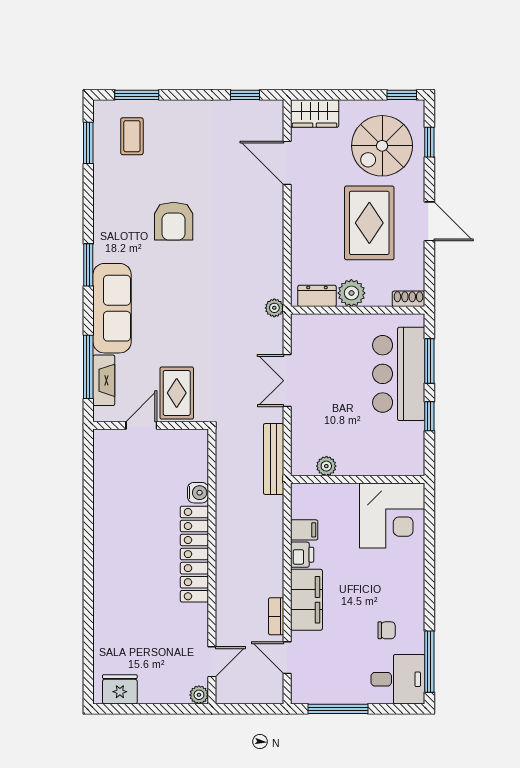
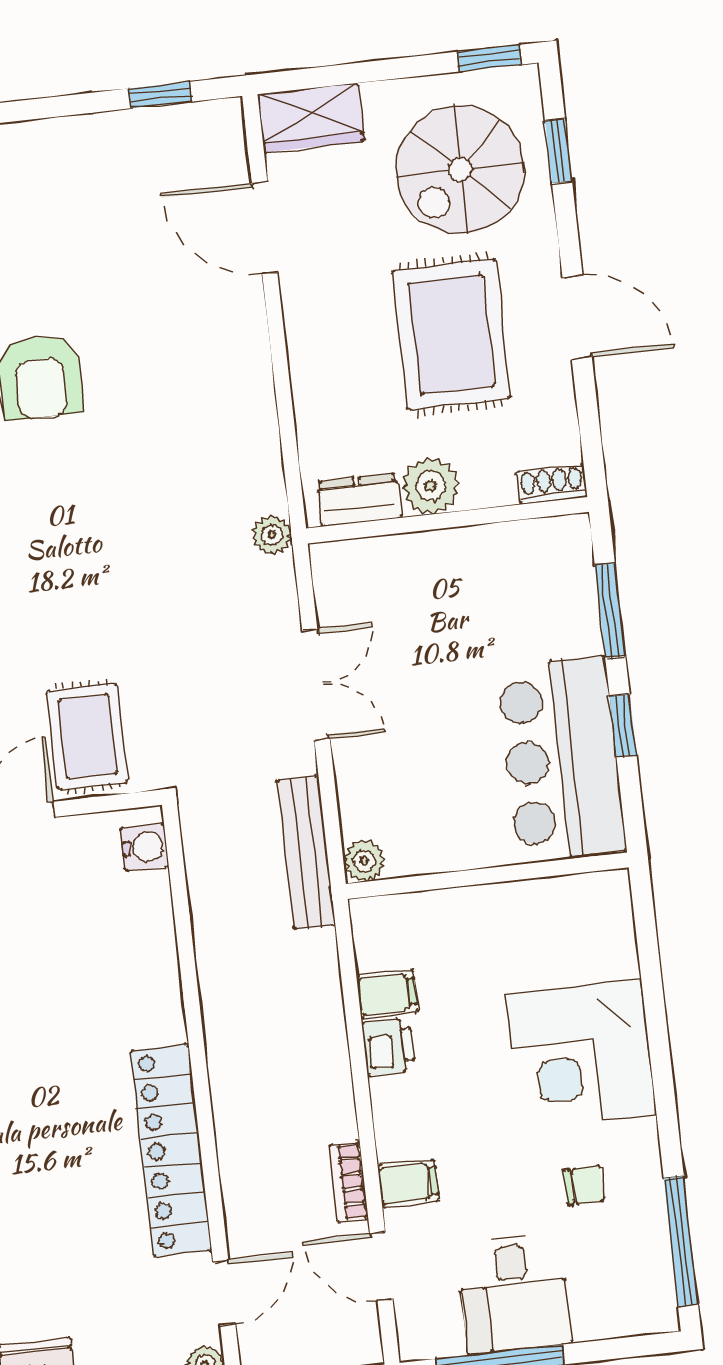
bar counter: (399, 374) -> (562, 759), moved
double door: (287, 381) -> (316, 685), swing flipped
plant: (326, 466) -> (364, 861), moved
water cooler: (198, 493) -> (145, 847), moved
corner desk: (392, 516) -> (581, 1054), moved, turned 90
locker: (194, 554) -> (171, 1150), moved
filing cabinet: (306, 600) -> (408, 1183), width x0.33, depth x0.86
desk: (398, 679) -> (514, 1293), moved, turned 90

